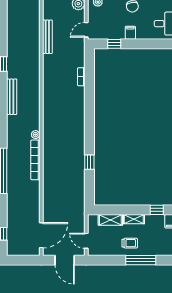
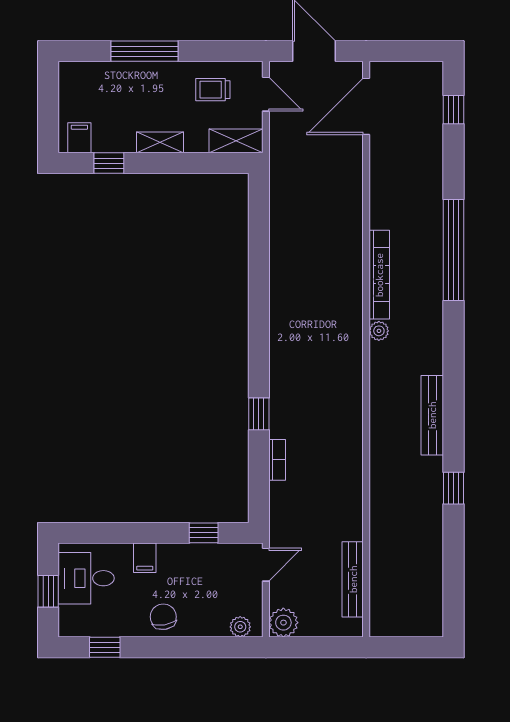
filing cabinet: (130, 33) -> (145, 558), moved
bench: (47, 37) -> (353, 579), moved
window: (89, 162) -> (259, 414), moved
shelving: (110, 220) -> (236, 141), moved
trolley: (130, 243) -> (213, 90), moved

